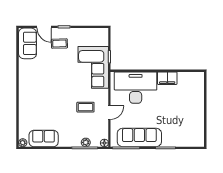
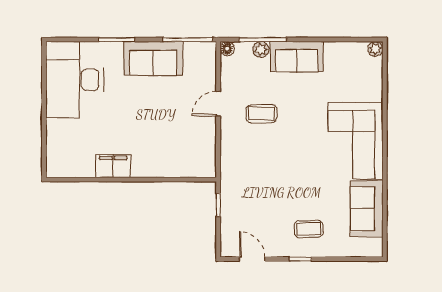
door: (44, 27) -> (252, 259), moved
sofa: (27, 43) -> (367, 209), moved
corner sofa: (93, 67) -> (355, 141), moved, turned 180
desk: (136, 88) -> (75, 80), moved, turned 90
sofa: (139, 137) -> (153, 58), width x0.73
sofa: (44, 138) -> (297, 57), moved

